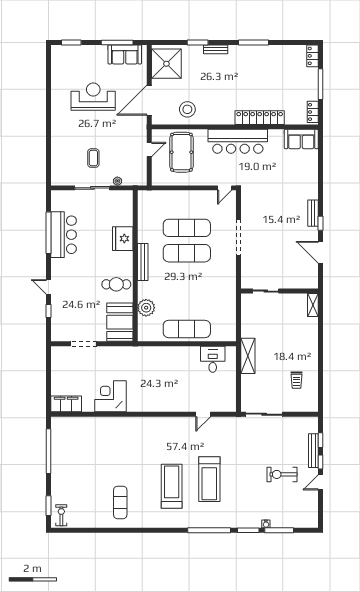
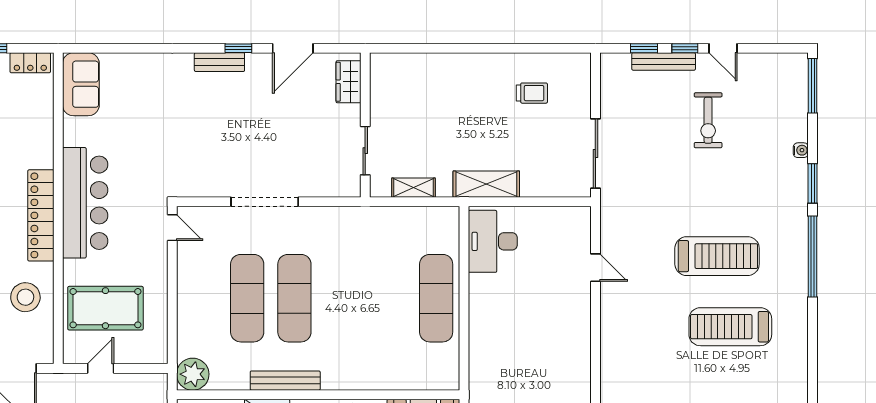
locker: (260, 118) -> (41, 215), moved
door: (149, 150) -> (101, 368), hinge flipped
bench: (143, 262) -> (285, 381), moved
wardrobe: (303, 282) -> (349, 82), added
shelving: (313, 305) -> (413, 188), moved
plant: (146, 308) -> (193, 374), moved
desk: (213, 359) -> (493, 241), width x1.37
window: (279, 530) -> (813, 86), moved

